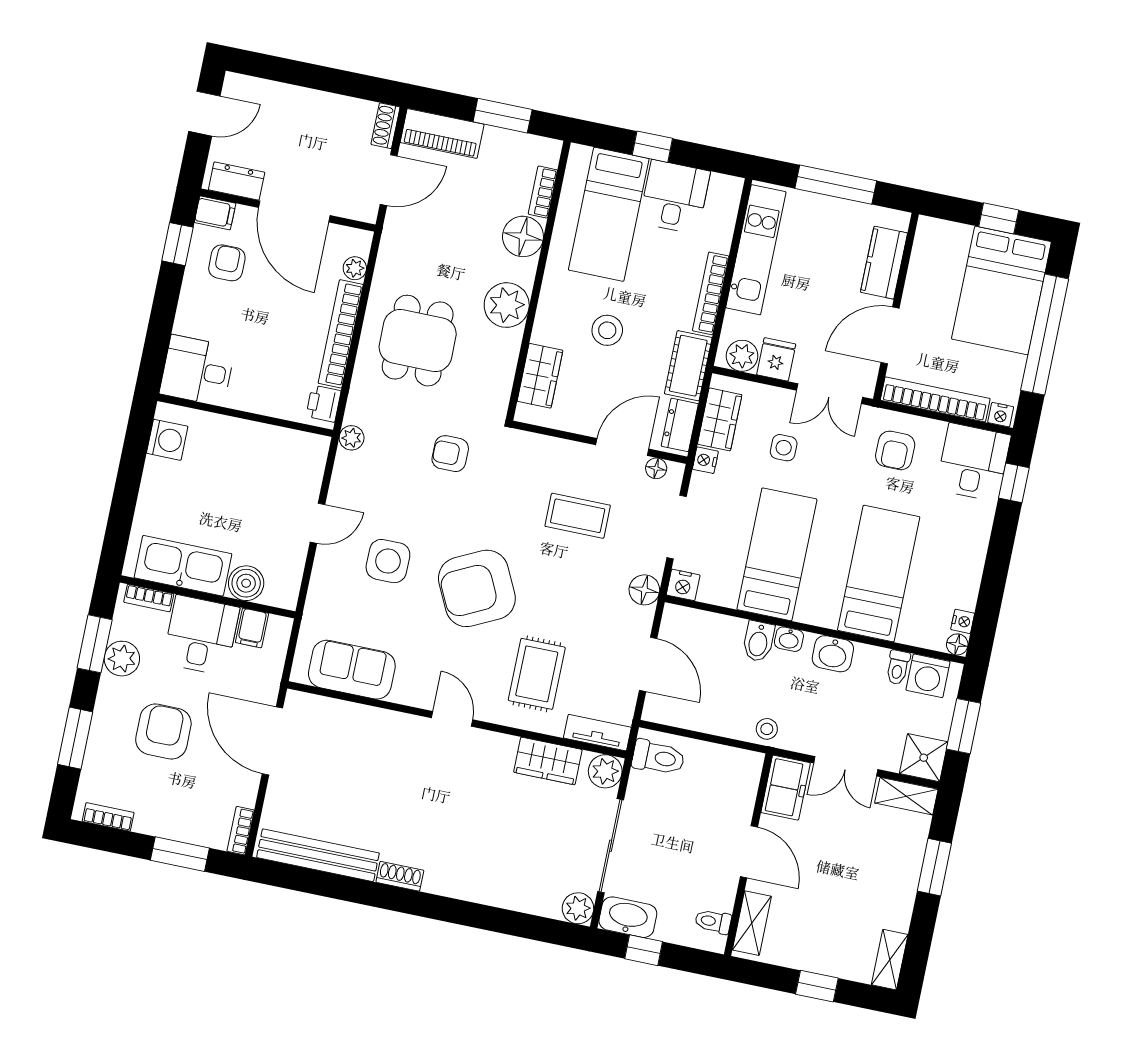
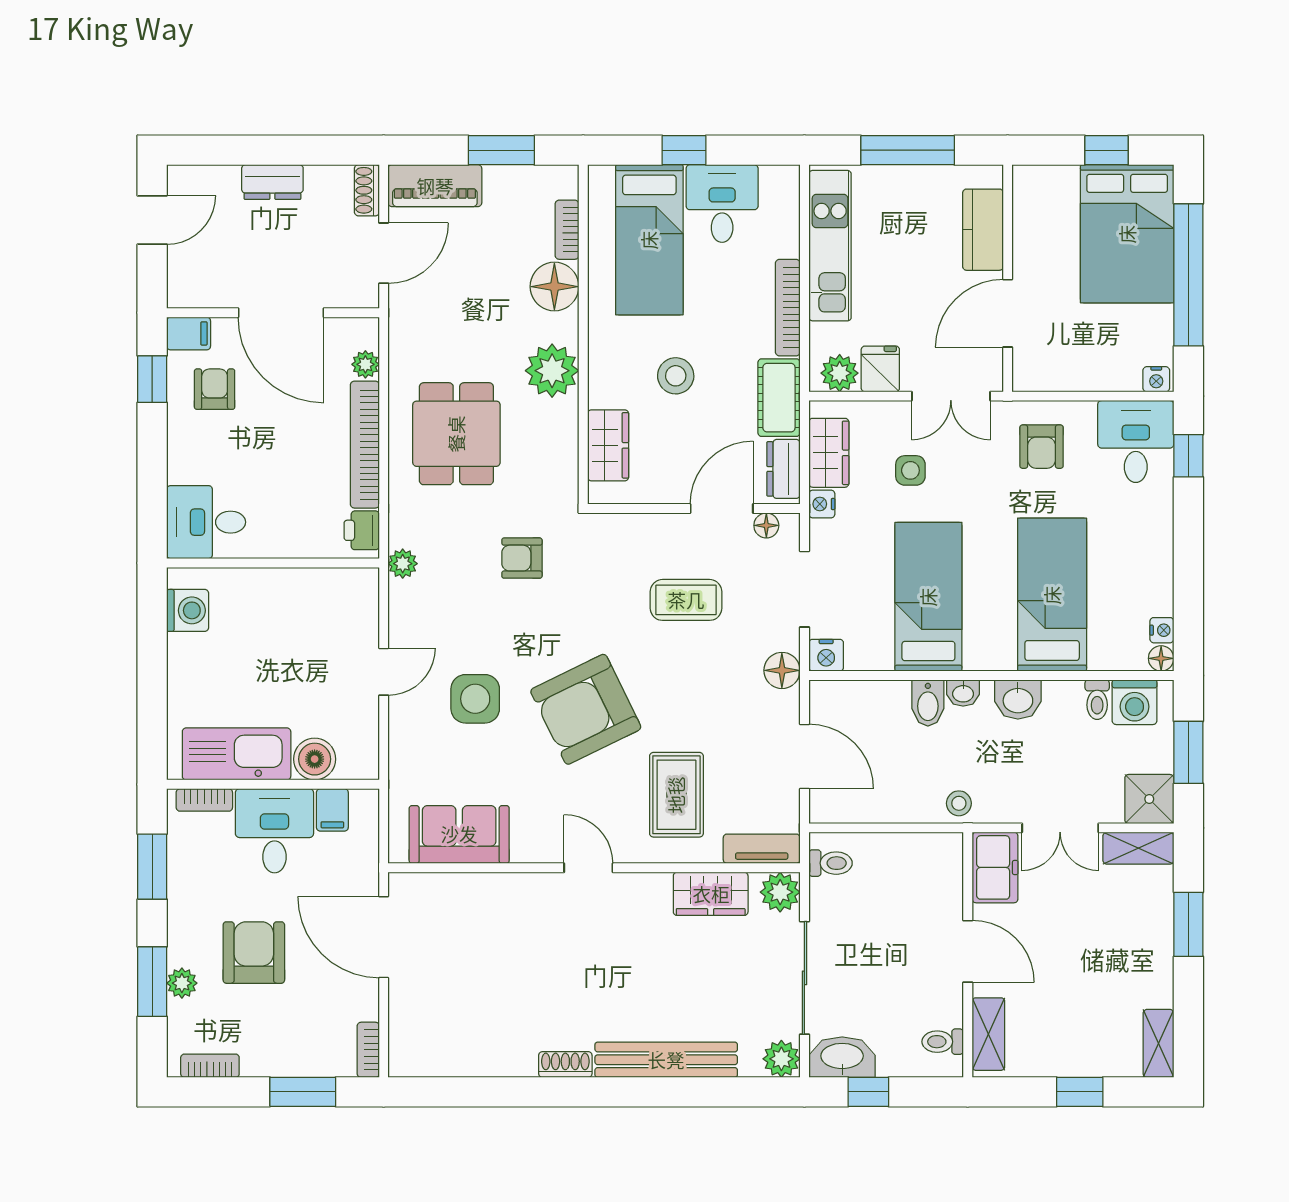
dresser: (237, 181) -> (272, 182), moved, turned 180
bookcase: (935, 399) -> (1076, 377), removed
plant: (122, 659) -> (182, 983), moved, width x0.73, depth x0.73
toilet: (658, 758) -> (831, 863), width x0.73, depth x0.72
bench: (318, 855) -> (666, 1060), moved

